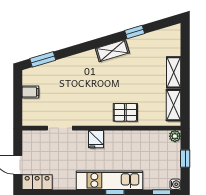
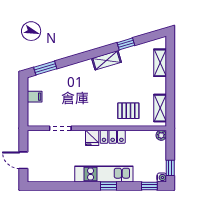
shelving: (174, 72) -> (160, 63), moved
pallet: (125, 112) -> (128, 111), moved
window: (185, 159) -> (170, 168), moved
locker: (37, 182) -> (113, 137), moved, turned 180

